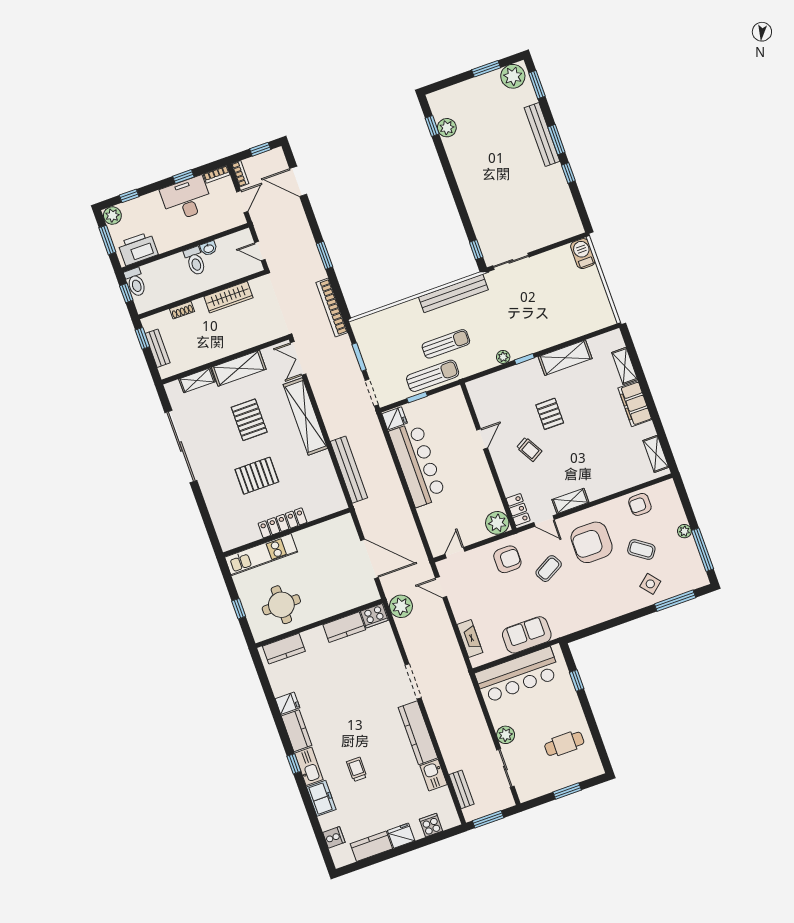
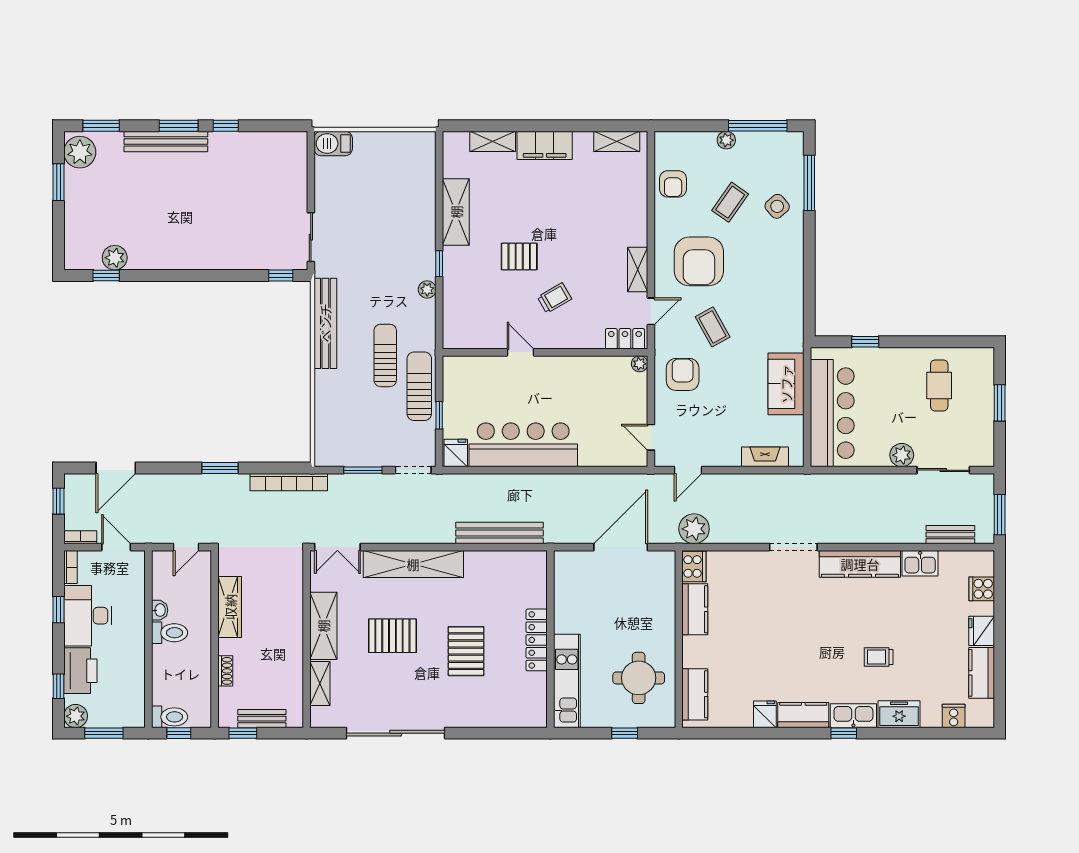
printer: (138, 249) -> (80, 671), moved, turned 180
plant: (497, 523) -> (640, 364), width x0.53, depth x0.53

